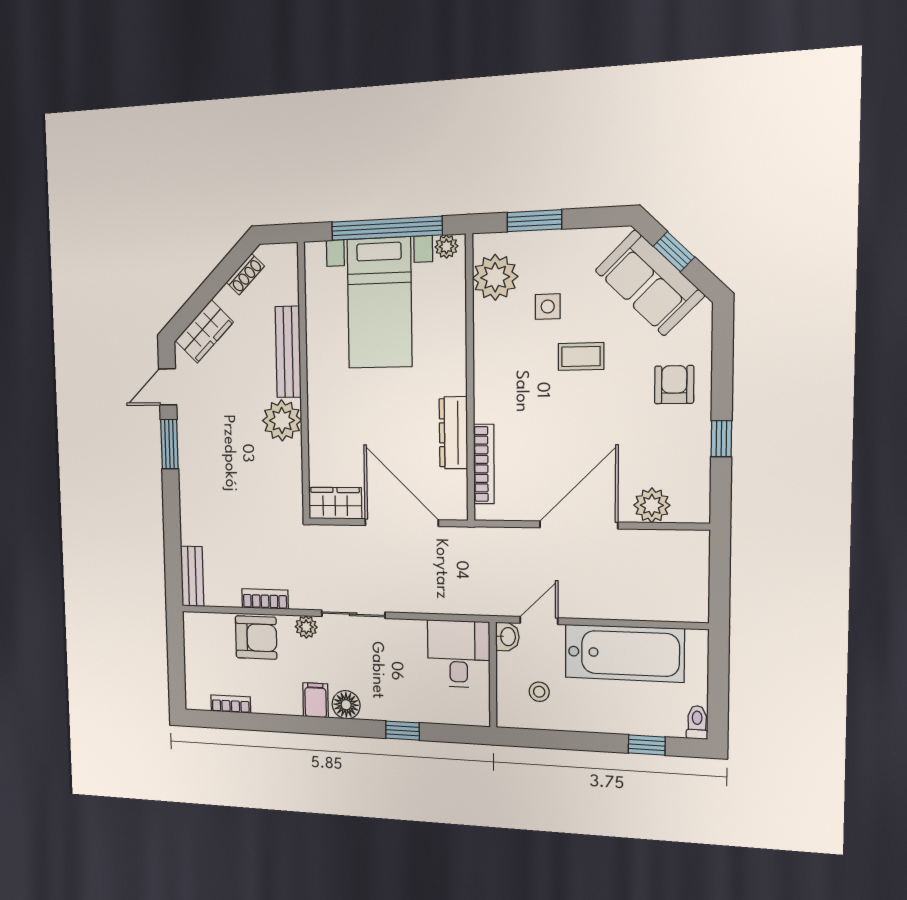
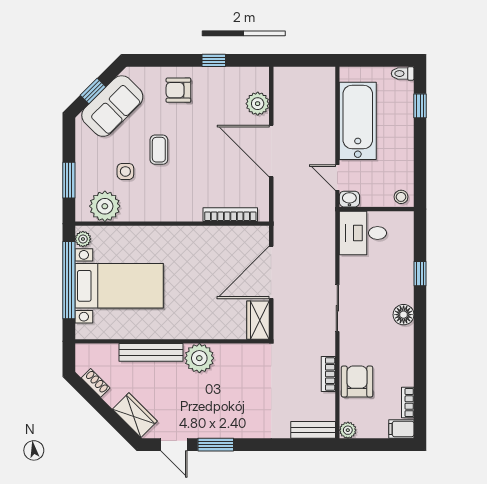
dresser: (453, 433) -> (209, 235), removed
plant: (306, 627) -> (348, 430), moved
stool: (539, 692) -> (401, 197), moved
filing cabinet: (316, 700) -> (401, 429), moved

